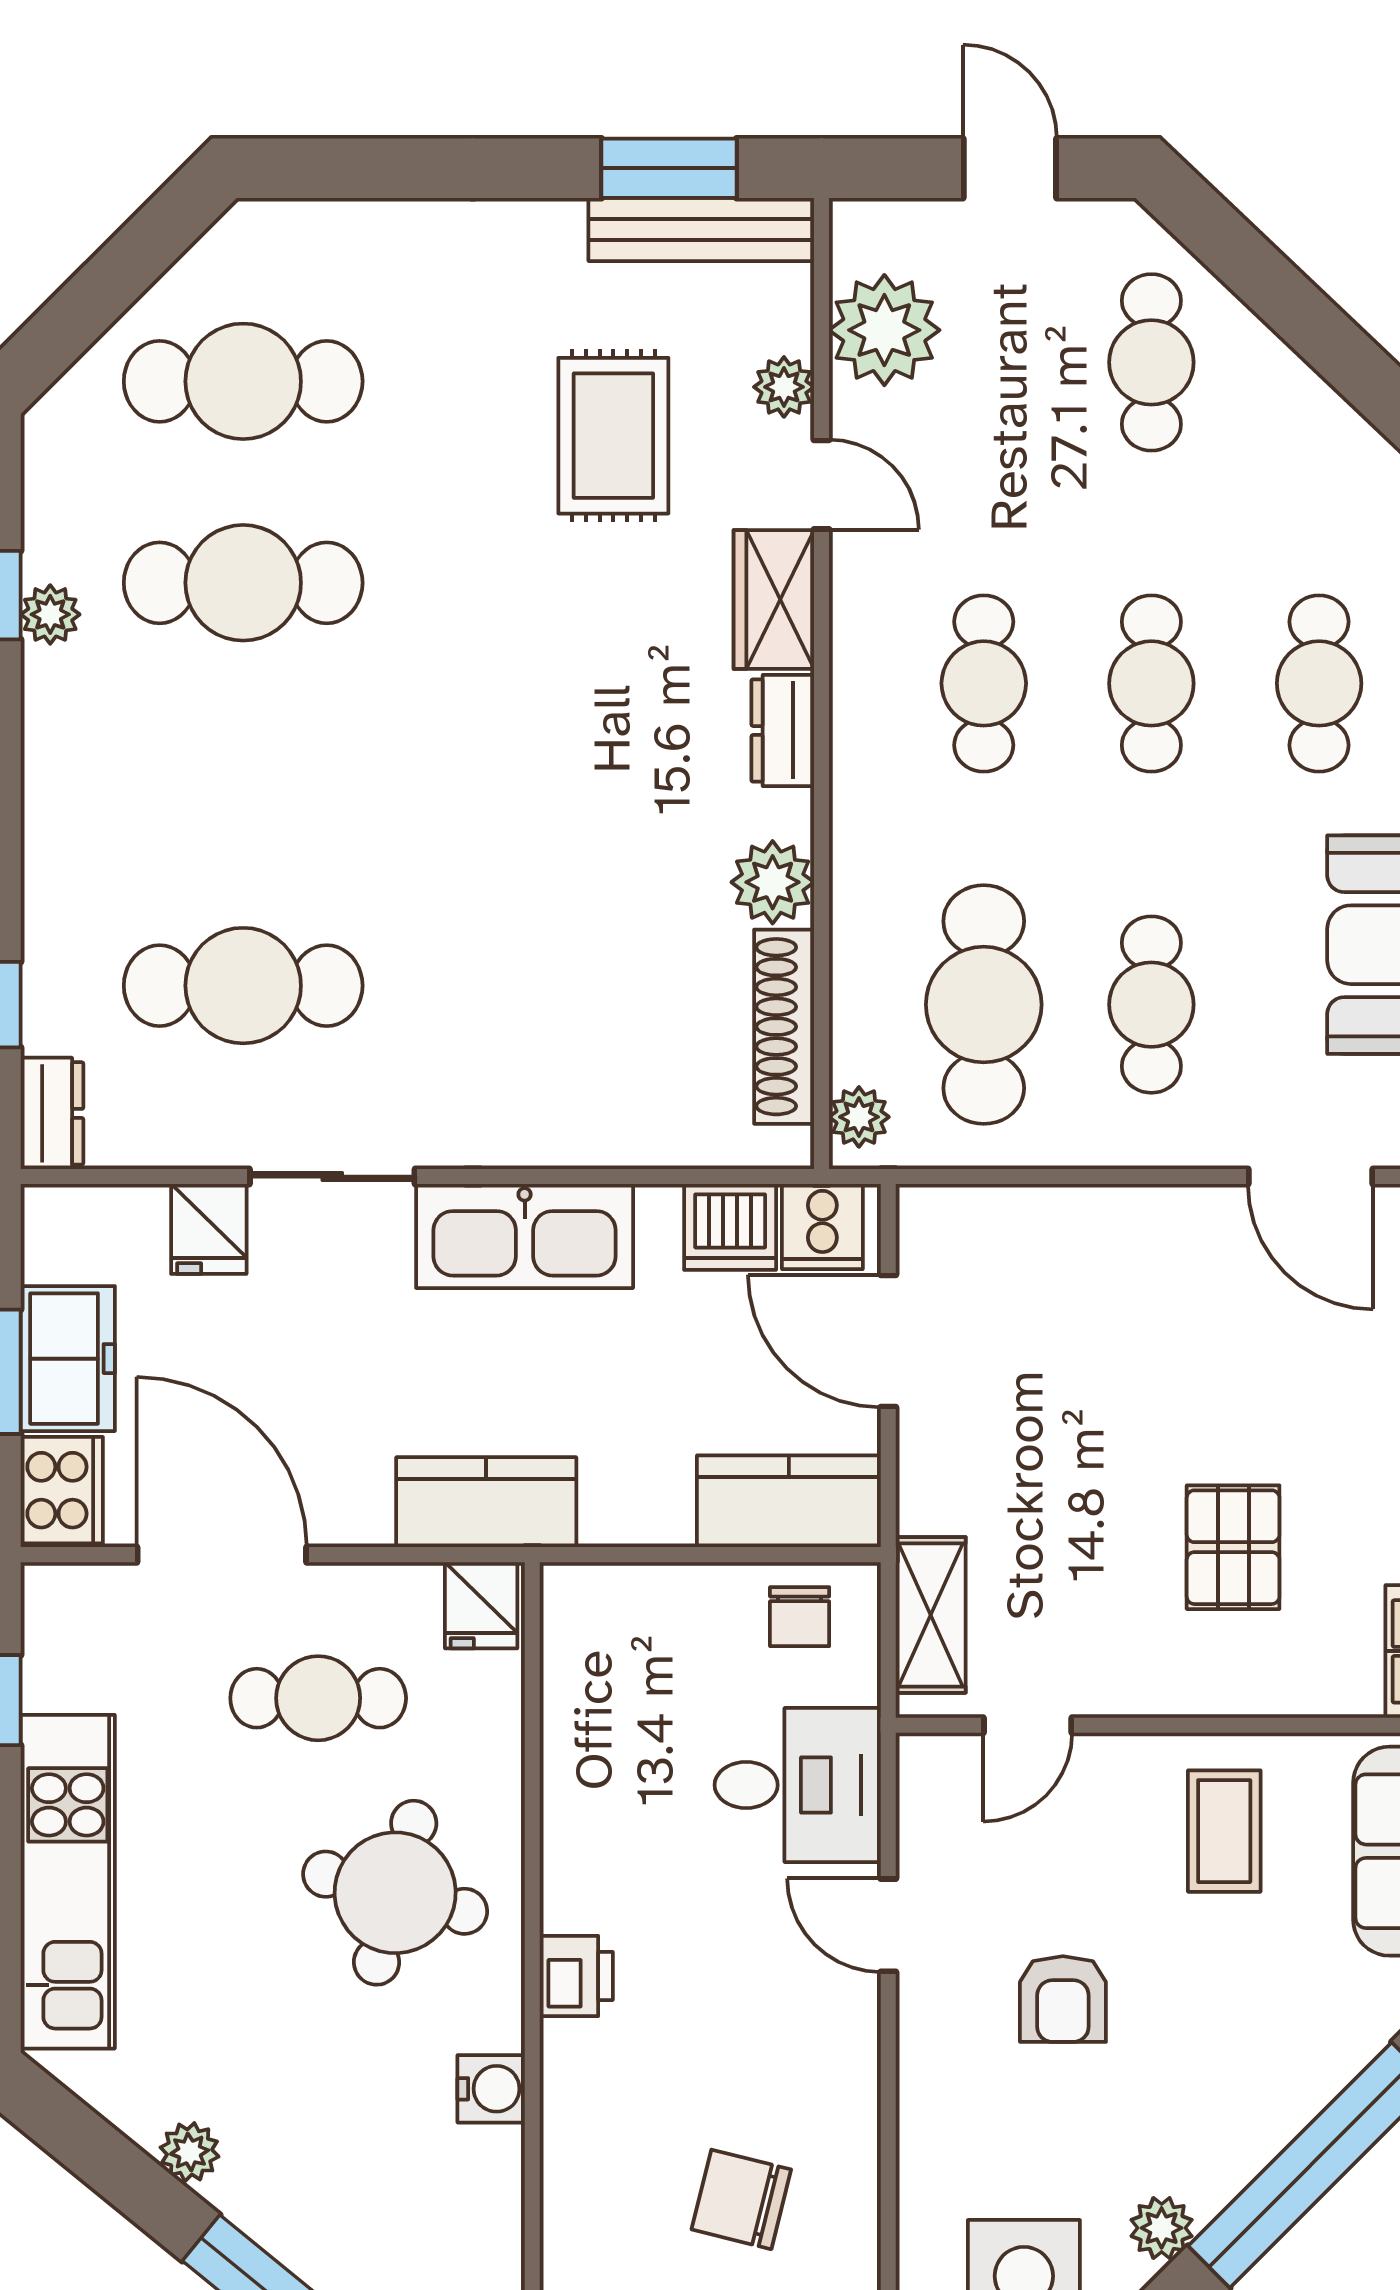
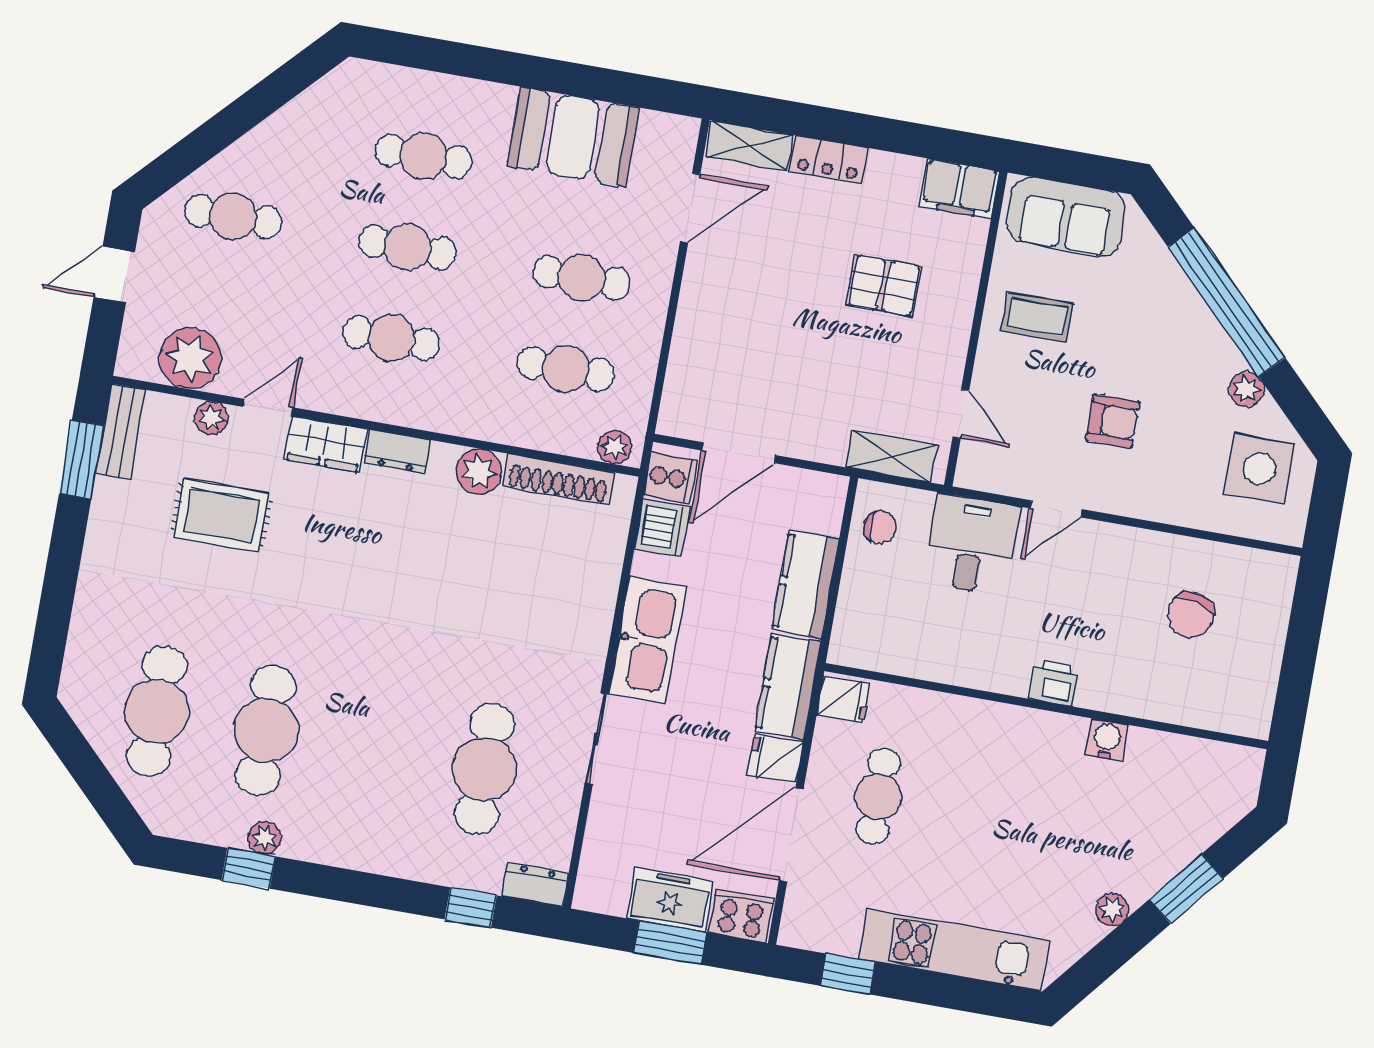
bench: (701, 229) -> (121, 432), width x0.73
cafe table: (984, 1005) -> (566, 369), width x0.73, depth x0.74
fridge: (209, 1229) -> (775, 759), moved, turned 180
kitchen counter: (789, 1501) -> (805, 584), moved
round table: (395, 1893) -> (991, 773), removed

